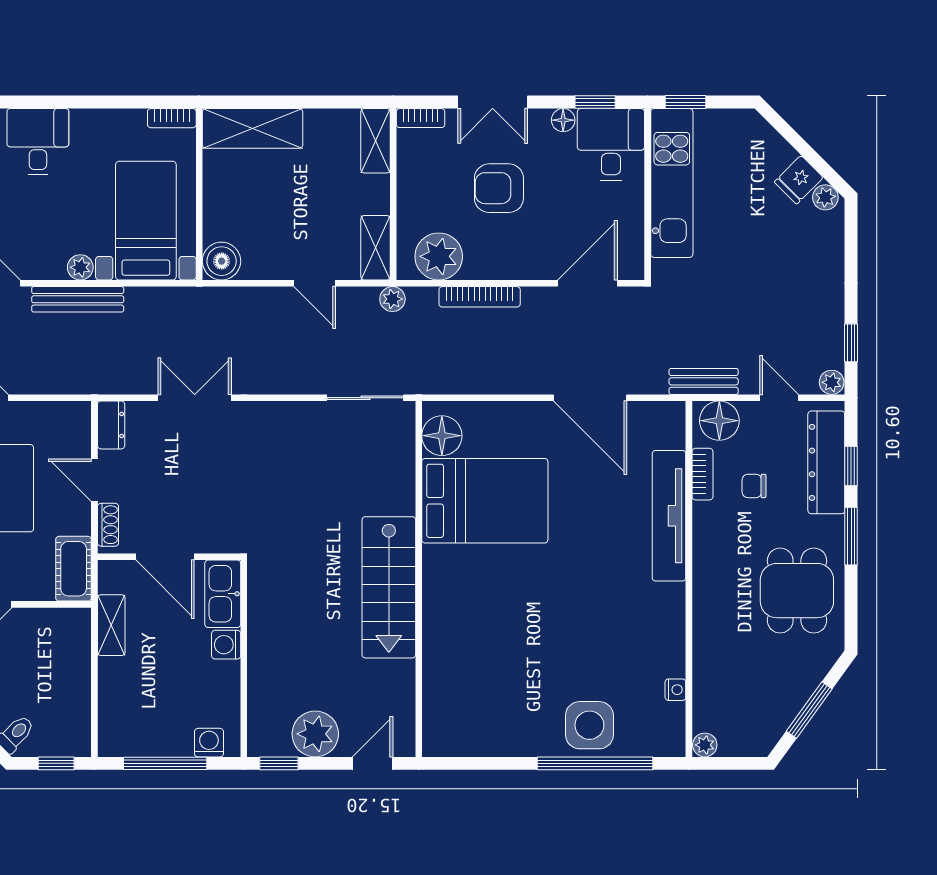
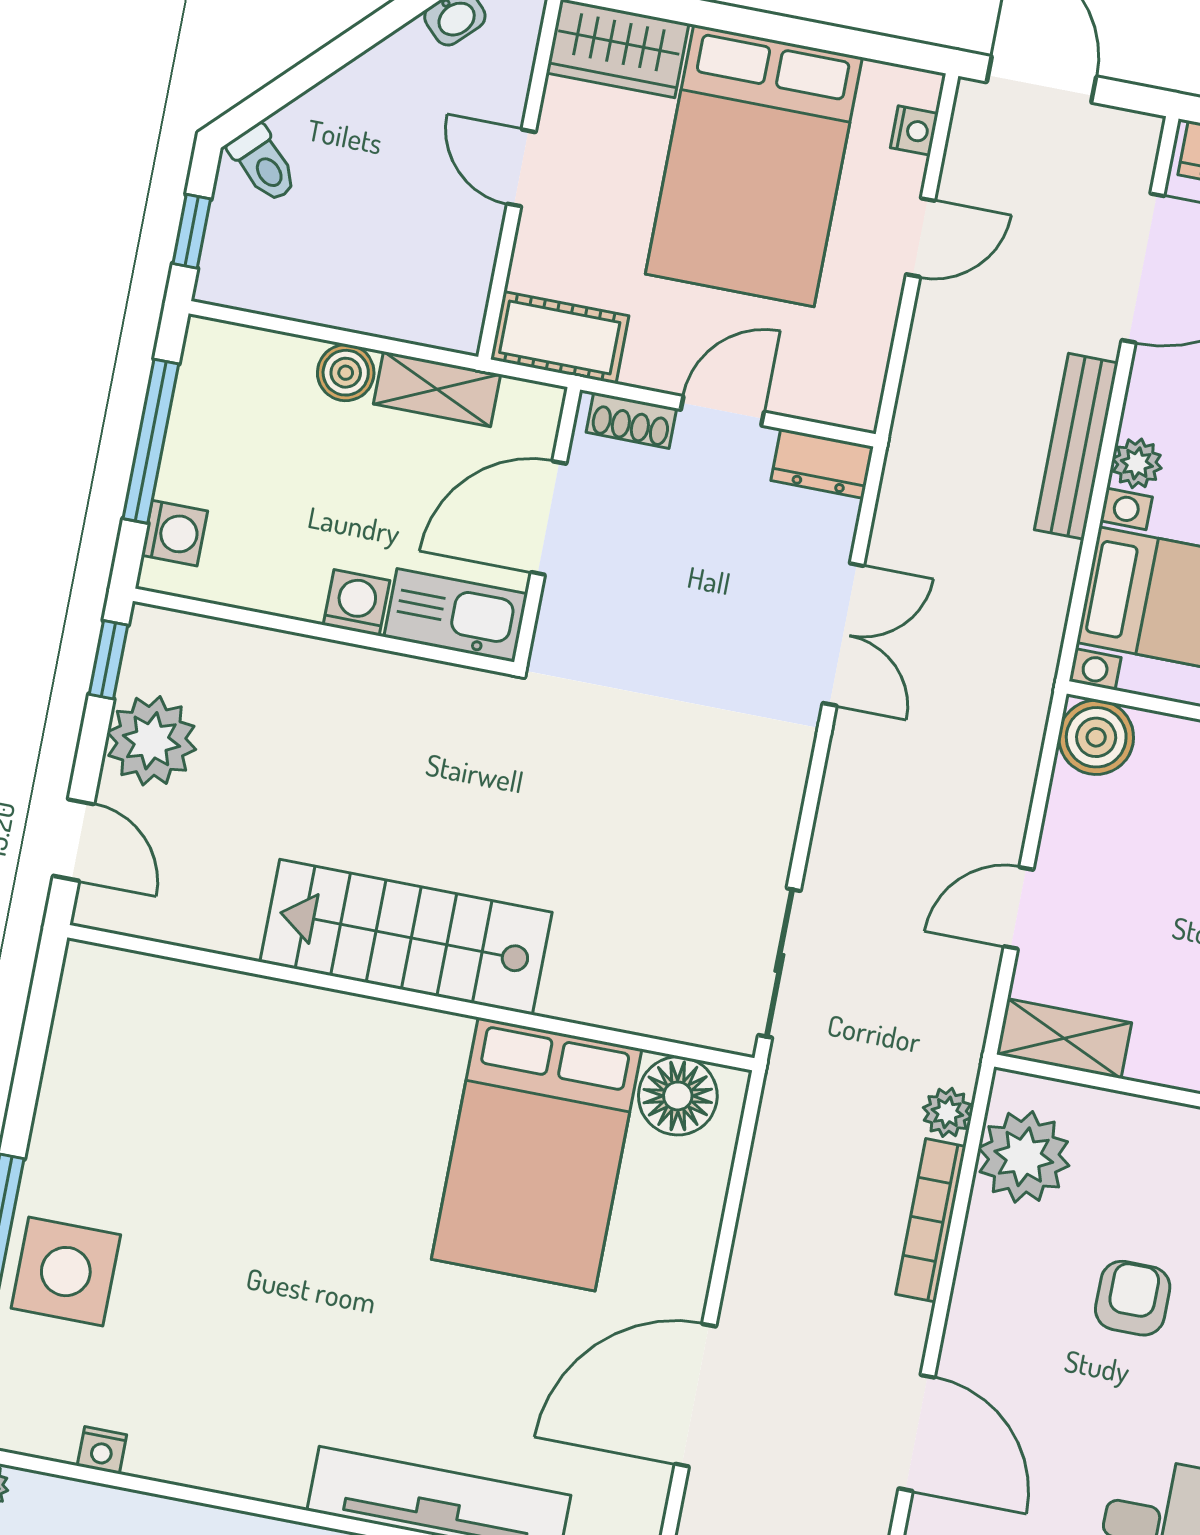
armchair: (499, 188) -> (1133, 1298), width x0.72, depth x0.72
plant: (392, 299) -> (947, 1112), moved
boiler: (112, 672) -> (346, 373), added

